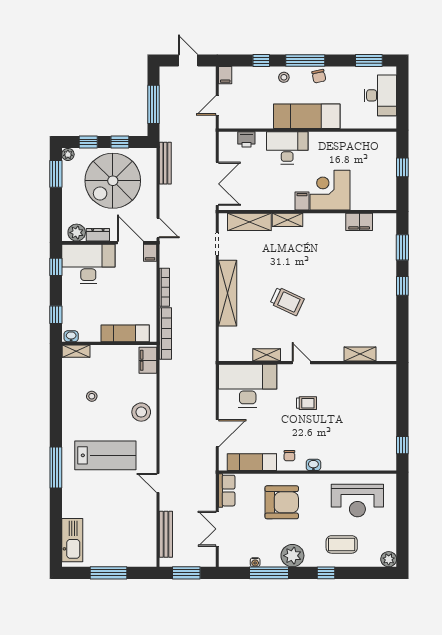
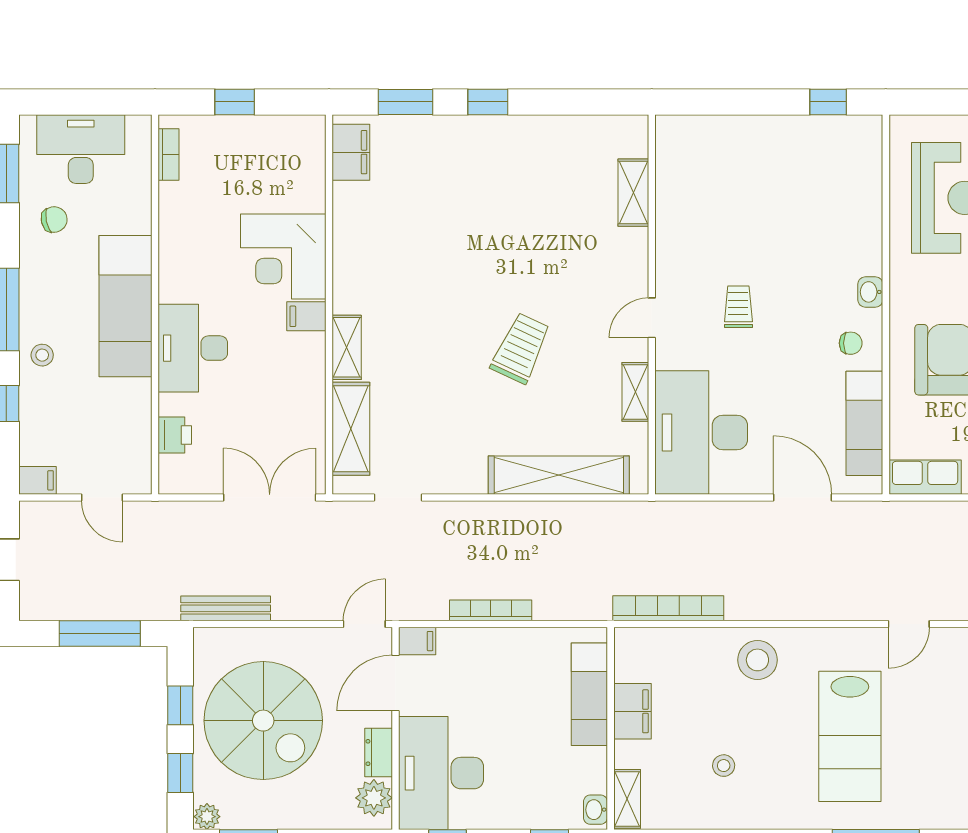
chair: (319, 76) -> (54, 219), moved
bookcase: (378, 136) -> (169, 155), added
filing cabinet: (359, 222) -> (351, 152), moved
shelving: (228, 293) -> (559, 475), moved
bookcase: (165, 333) -> (668, 608), moved
filing cabinet: (148, 360) -> (632, 711), moved, turned -90
lab bench: (105, 455) -> (850, 736), turned 180

